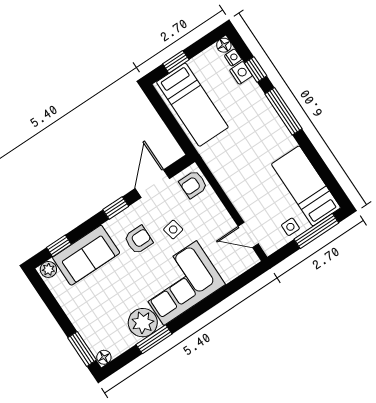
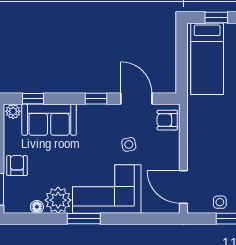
door: (152, 184) -> (136, 99), hinge flipped
door: (248, 235) -> (183, 187), width x1.38
armchair: (138, 240) -> (17, 166), moved, turned -90
window: (154, 339) -> (84, 219), moved
floor lamp: (104, 357) -> (37, 207), moved

